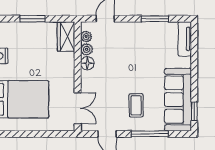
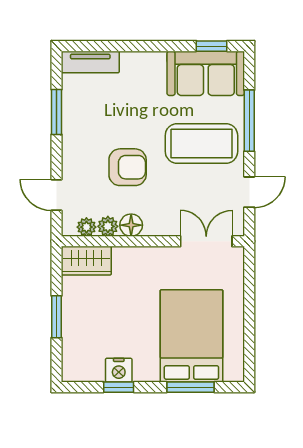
armchair: (122, 61) -> (128, 167), added
sofa: (178, 100) -> (206, 73), width x0.73
coffee table: (136, 105) -> (201, 143), width x1.86, depth x1.72

